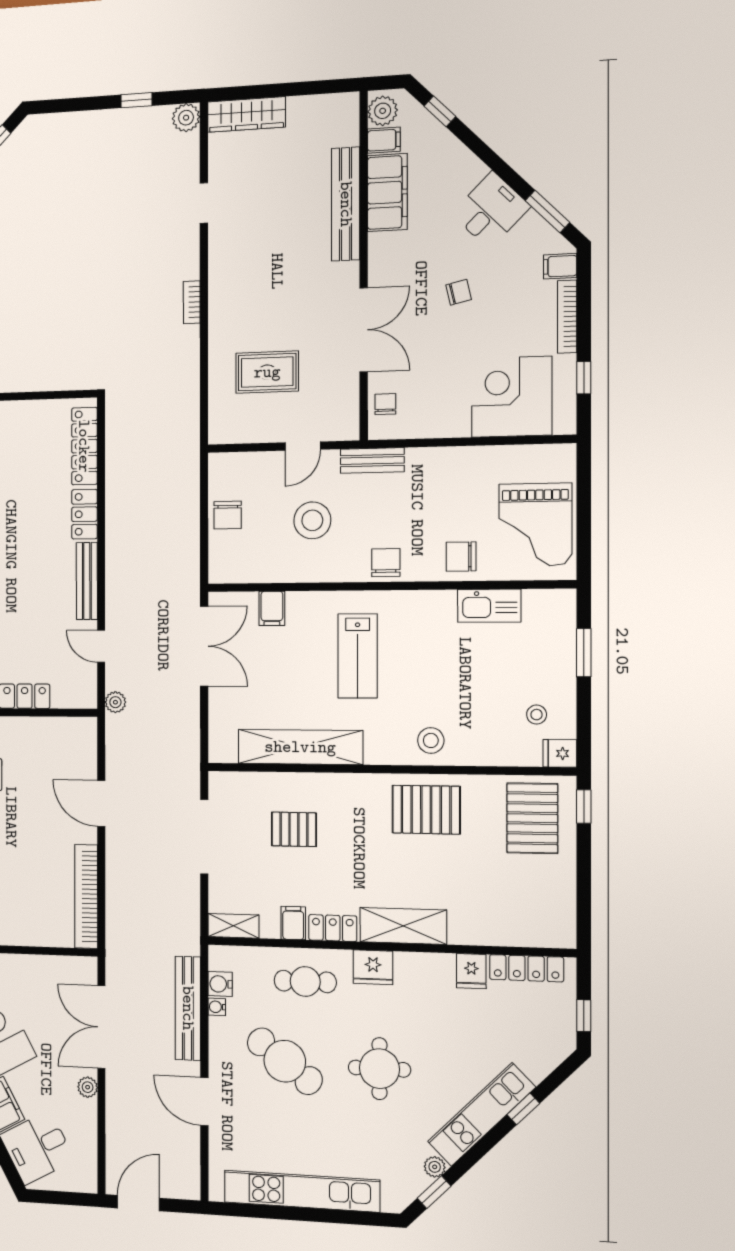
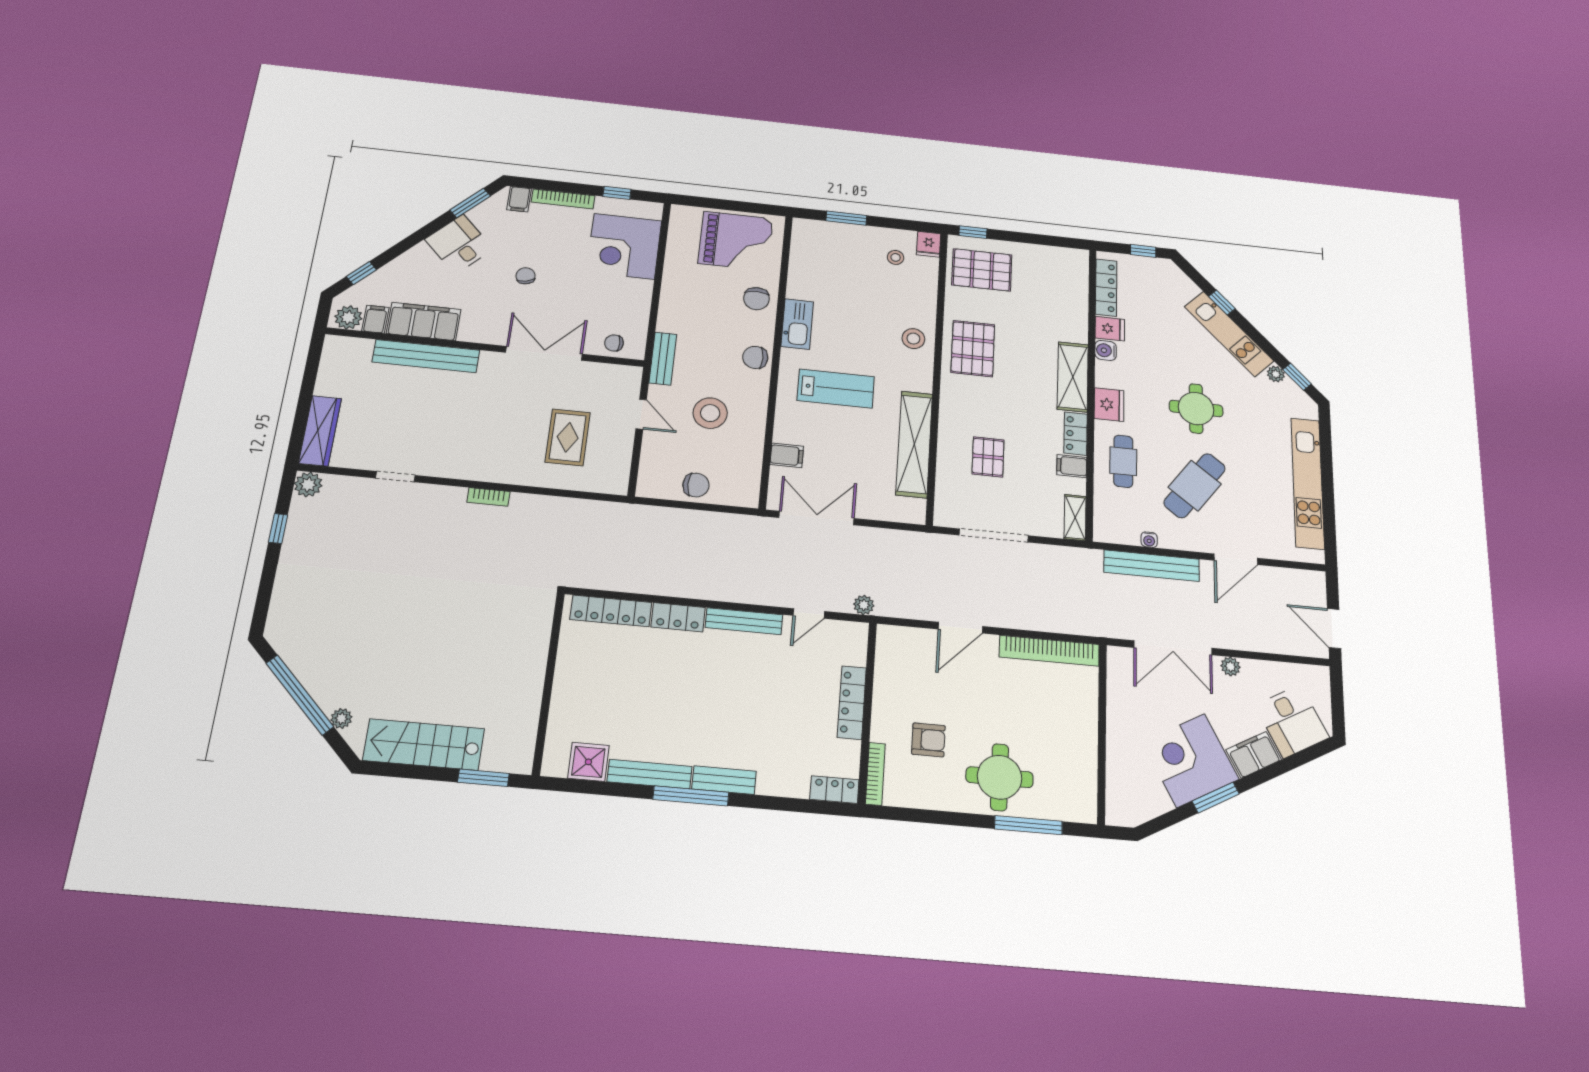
kitchen sink: (489, 606) -> (797, 324), moved
water cooler: (220, 984) -> (1106, 350), moved, turned 90

